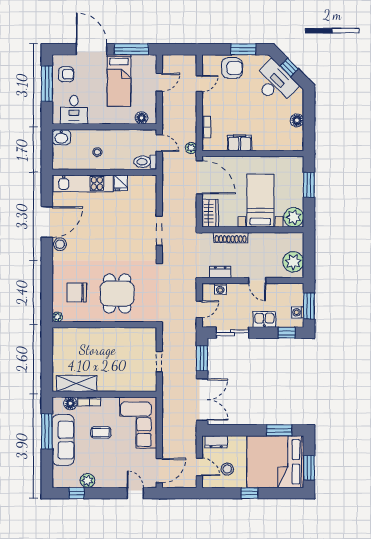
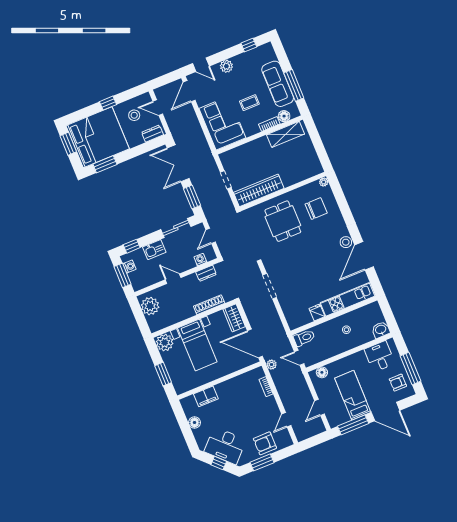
filing cabinet: (240, 143) -> (206, 396), moved
wardrobe: (129, 336) -> (259, 190), added
plant: (87, 481) -> (226, 66), moved

